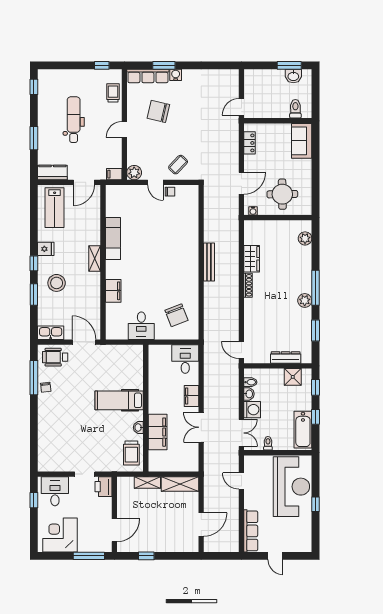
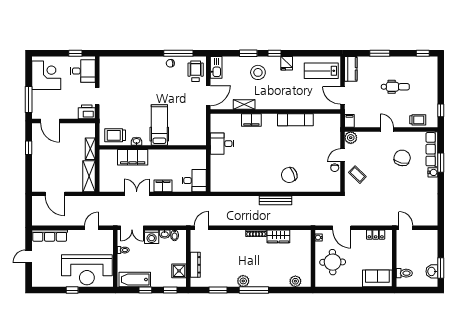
dental chair: (74, 120) -> (395, 87), width x0.73, depth x0.72
shelving: (95, 258) -> (244, 104), moved
chair: (176, 315) -> (289, 175), moved

